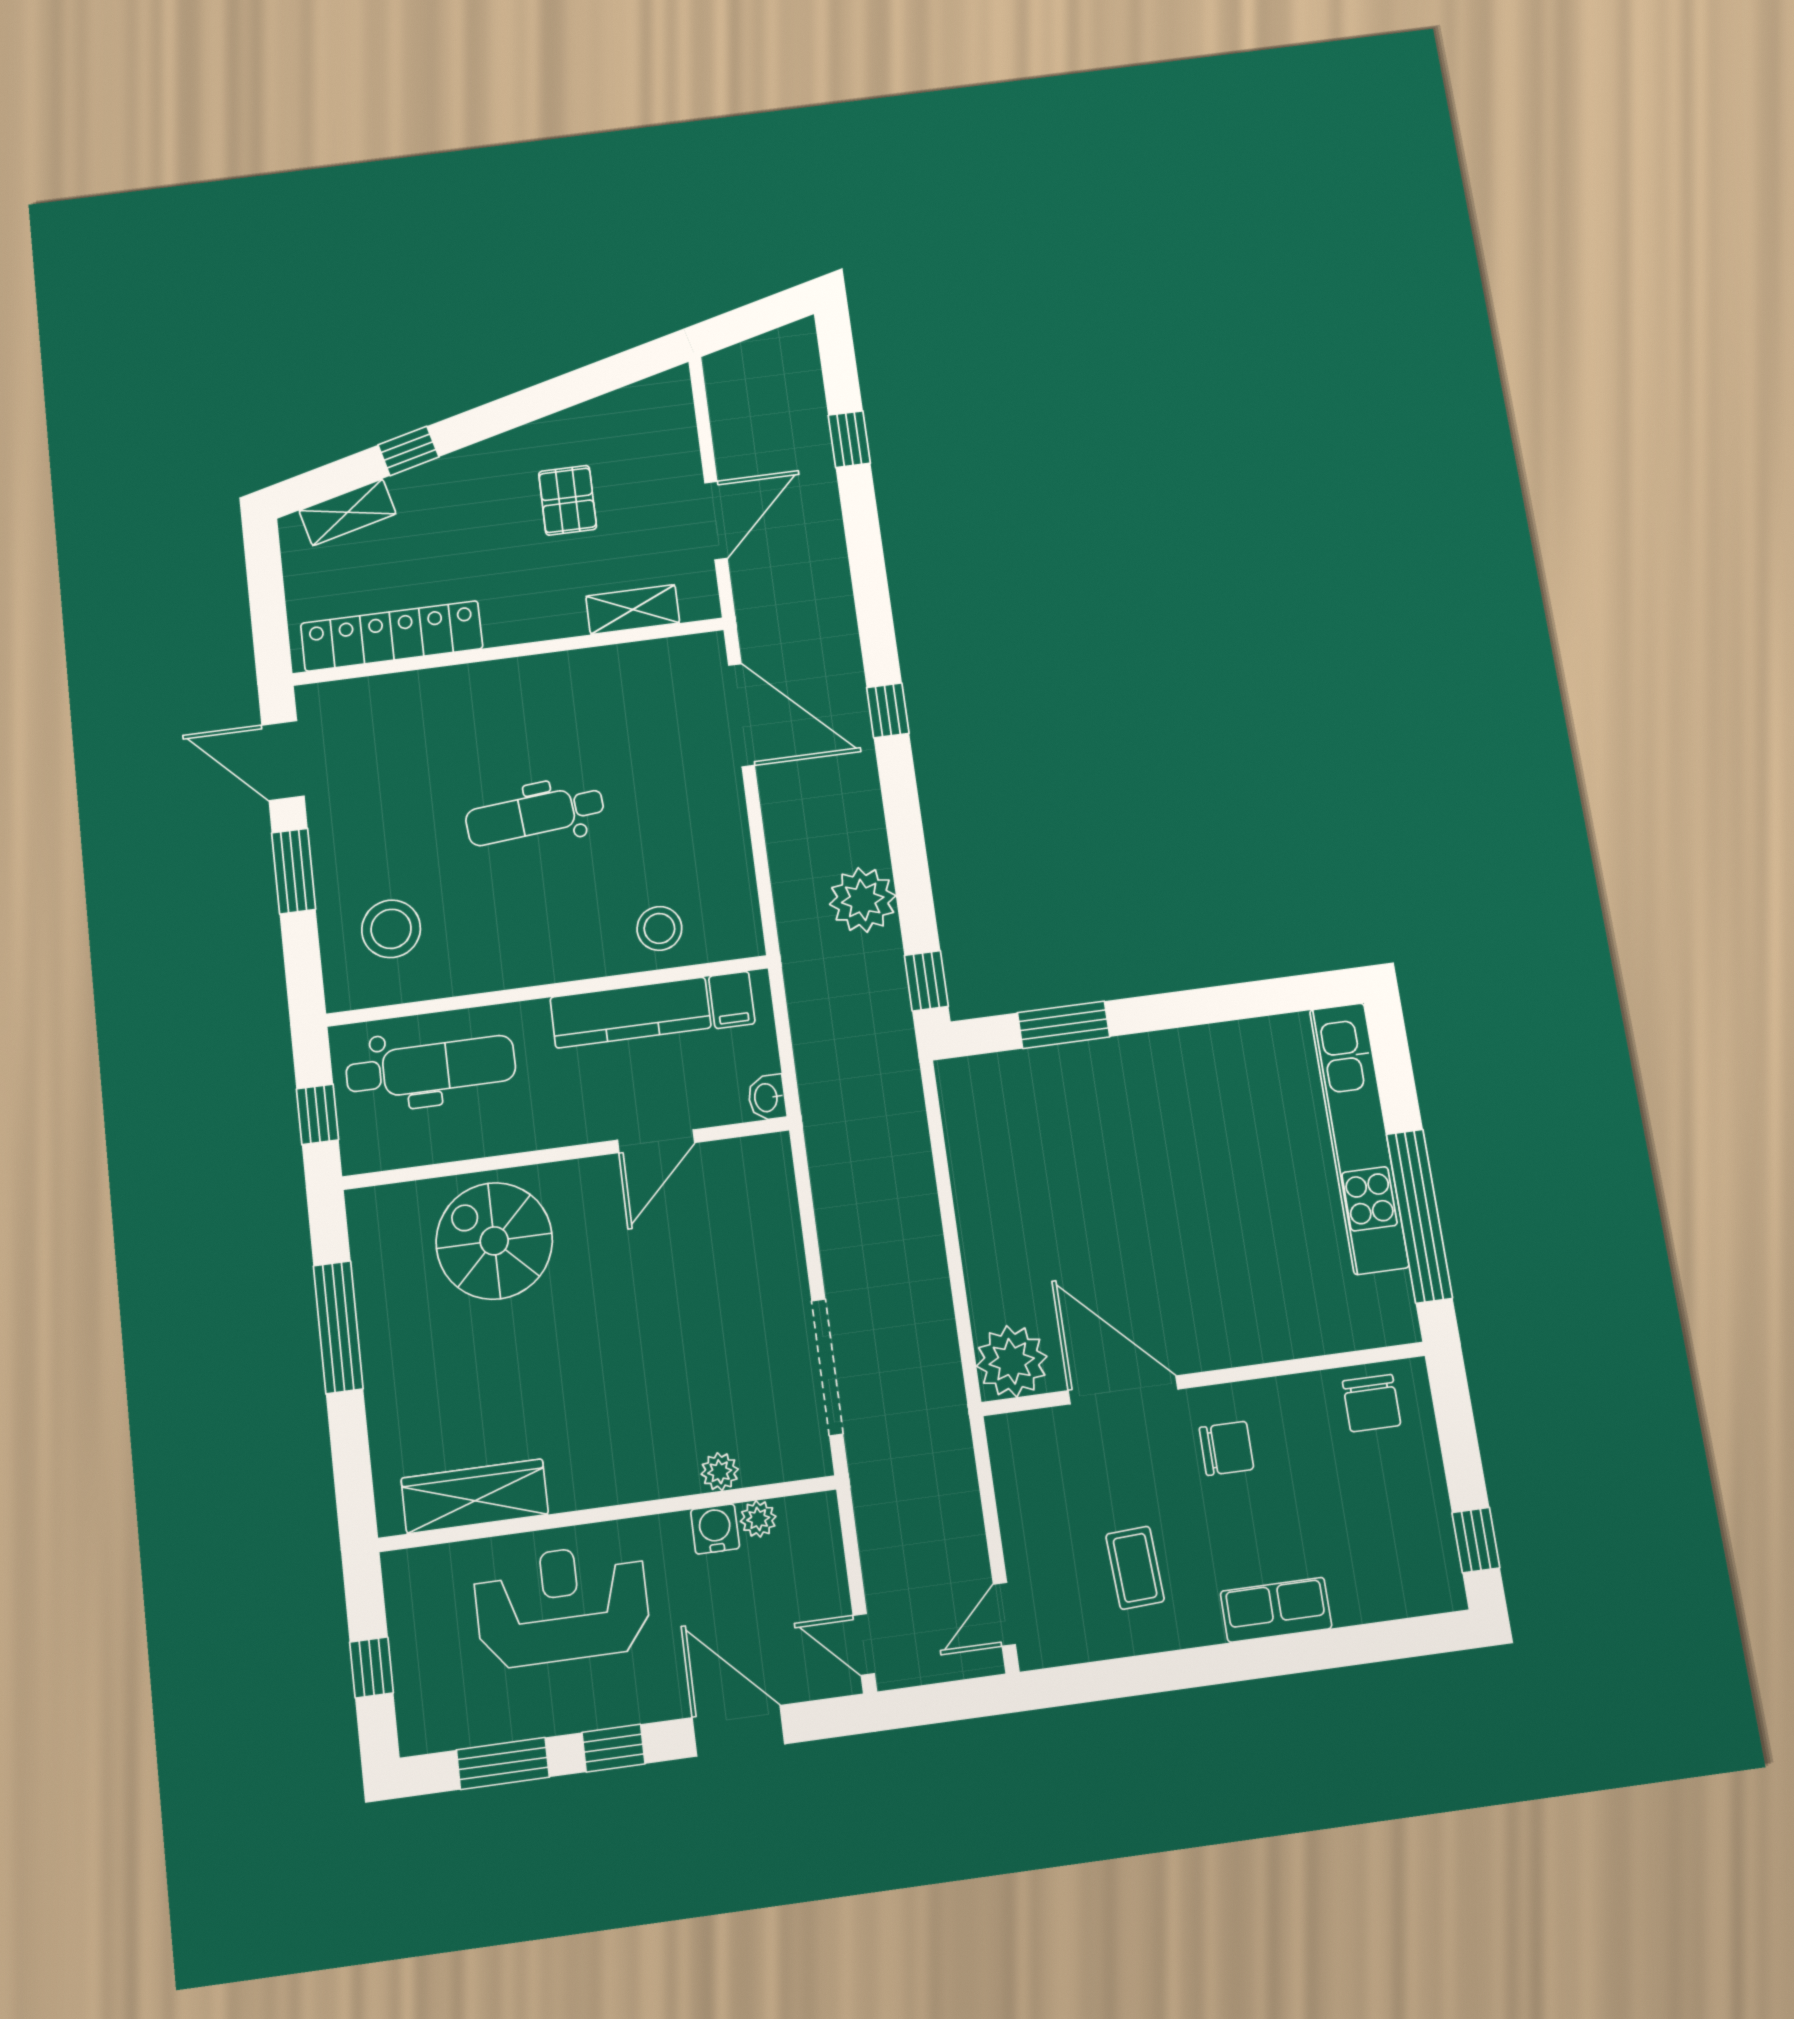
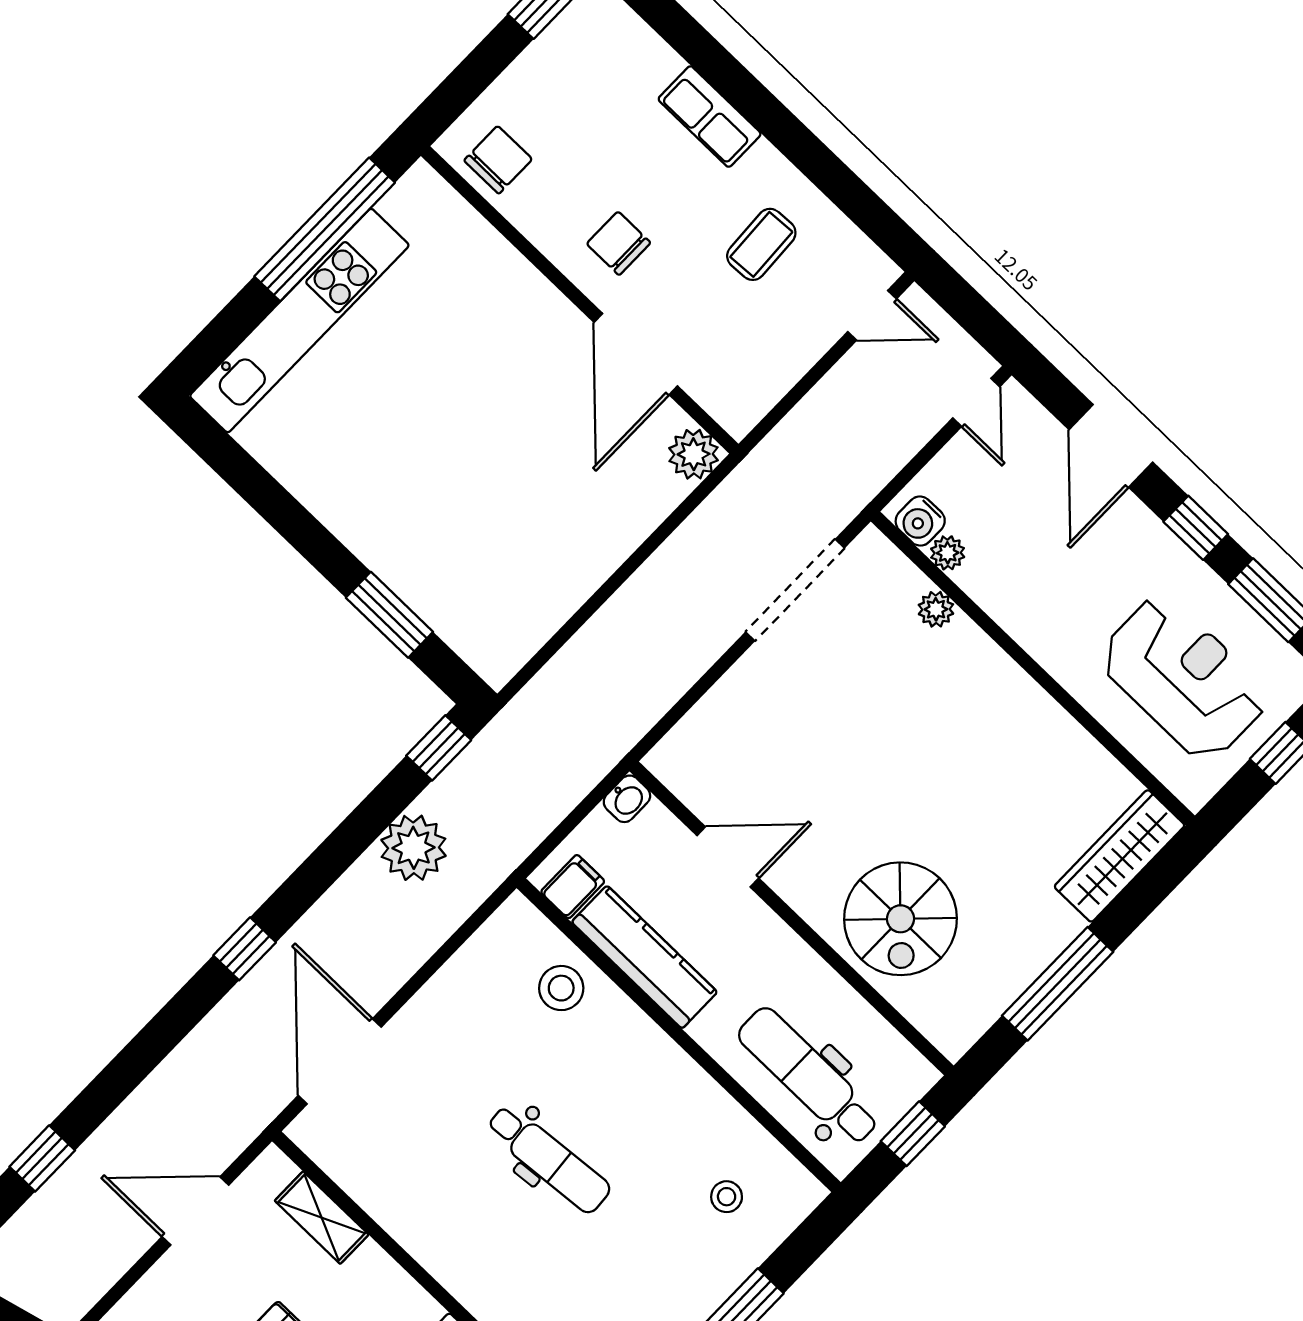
stool: (391, 929) -> (727, 1197), width x0.53, depth x0.53
plant: (1012, 1361) -> (694, 454), width x0.73, depth x0.73
wardrobe: (475, 1496) -> (1120, 856), moved, turned 90
water cooler: (715, 1529) -> (920, 521), moved
reception desk: (562, 1605) -> (1184, 678), moved, turned 180

